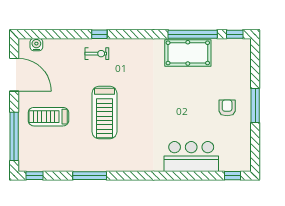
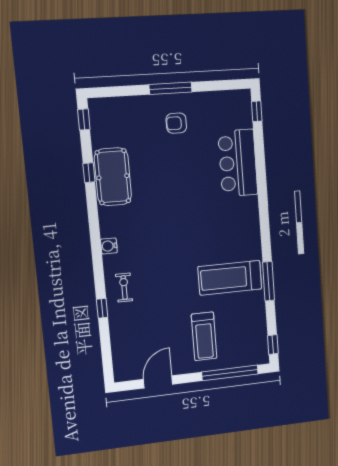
window: (99, 34) -> (102, 308), moved
window: (193, 34) -> (89, 173), width x0.32
water cooler: (36, 45) -> (109, 246), moved
door: (14, 75) -> (158, 382), width x0.73
treadmill: (104, 113) -> (230, 278), moved, turned 180

